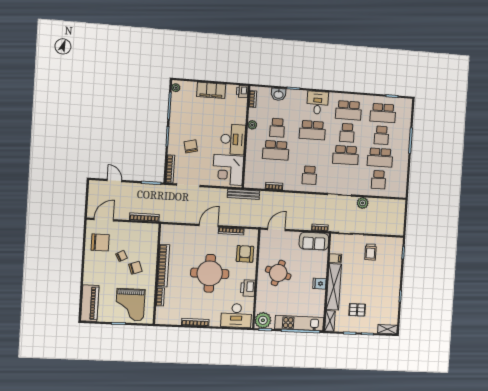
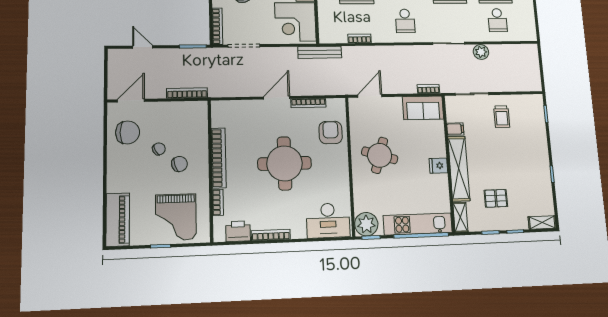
printer: (248, 288) -> (238, 231), moved, turned 90

